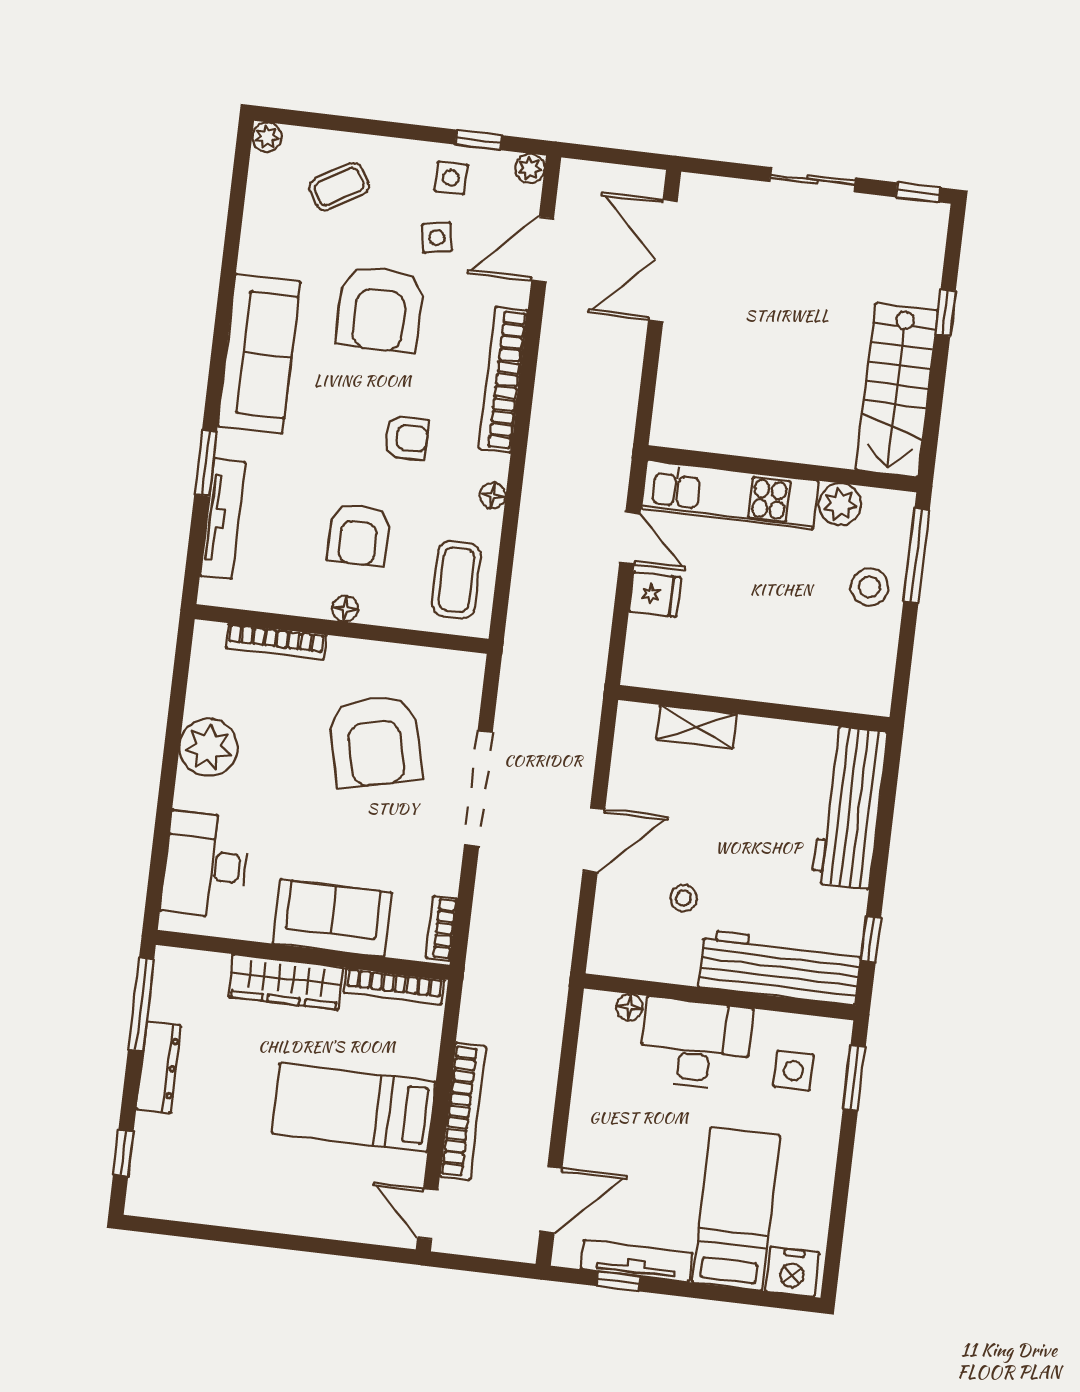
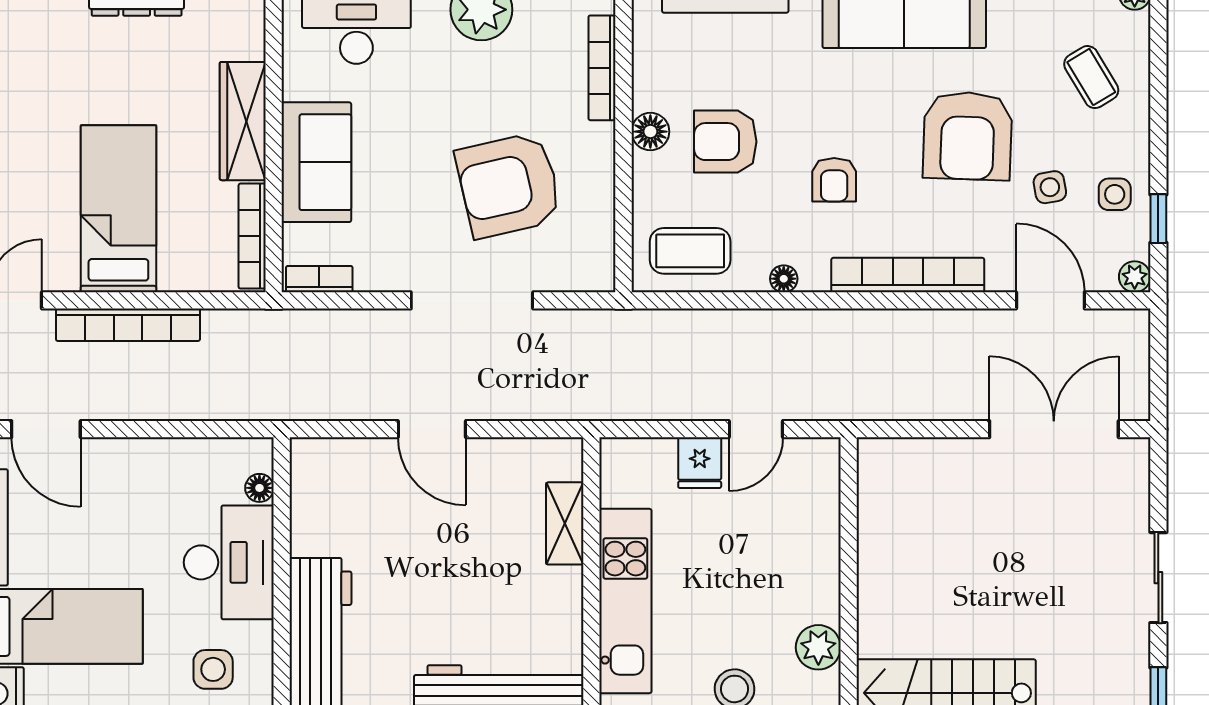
armchair: (380, 308) -> (968, 136), turned -88
kitchen unit: (730, 495) -> (625, 601), moved, turned 180
floor lamp: (345, 609) -> (650, 132), width x1.37, depth x1.37
stool: (683, 898) -> (382, 531), removed

